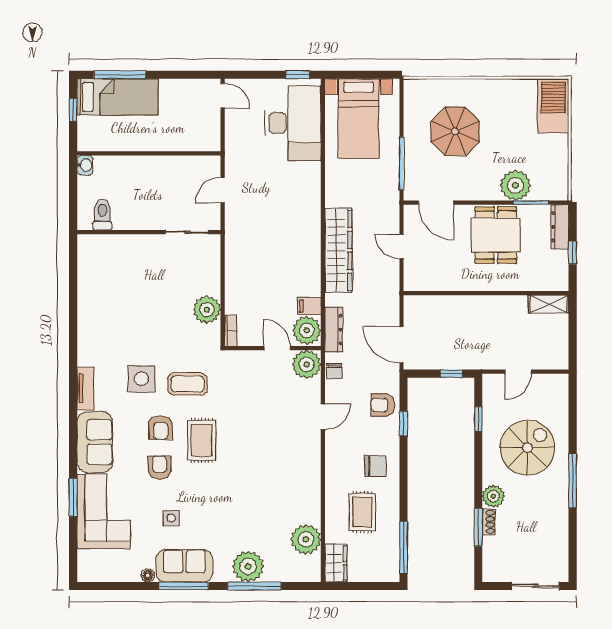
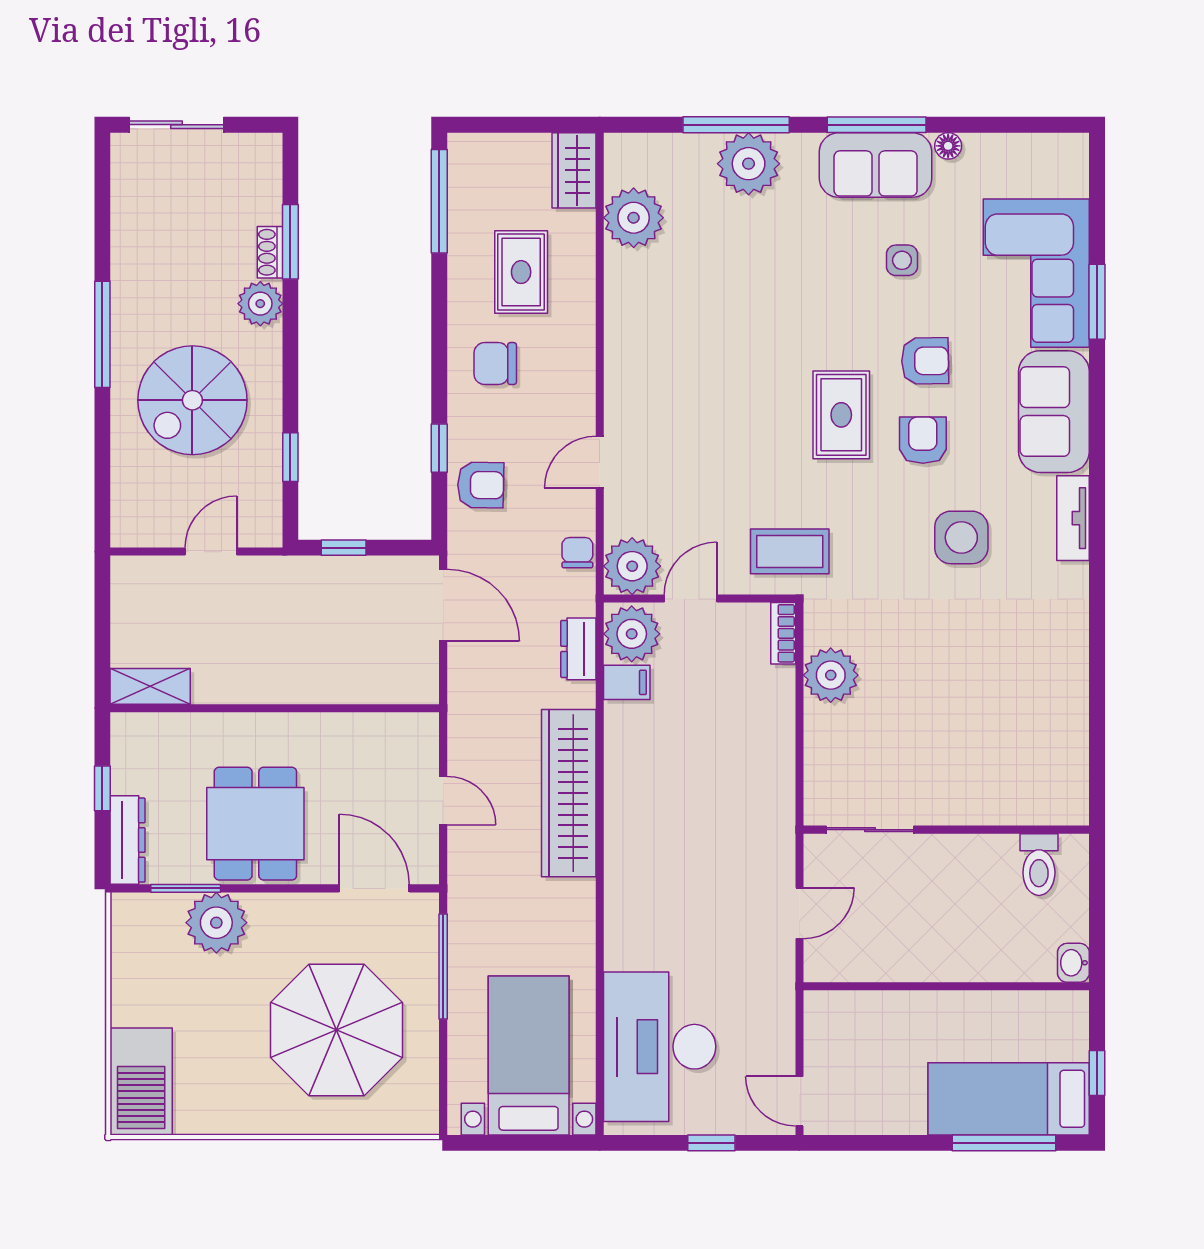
window: (298, 75) -> (711, 1143), moved
parasol: (455, 131) -> (337, 1030), width x1.36, depth x1.36
dresser: (334, 330) -> (578, 649), width x0.70
door: (277, 348) -> (691, 599), swing flipped
coffee table: (188, 384) -> (790, 551), moved
armchair: (160, 467) -> (925, 361), turned -91

